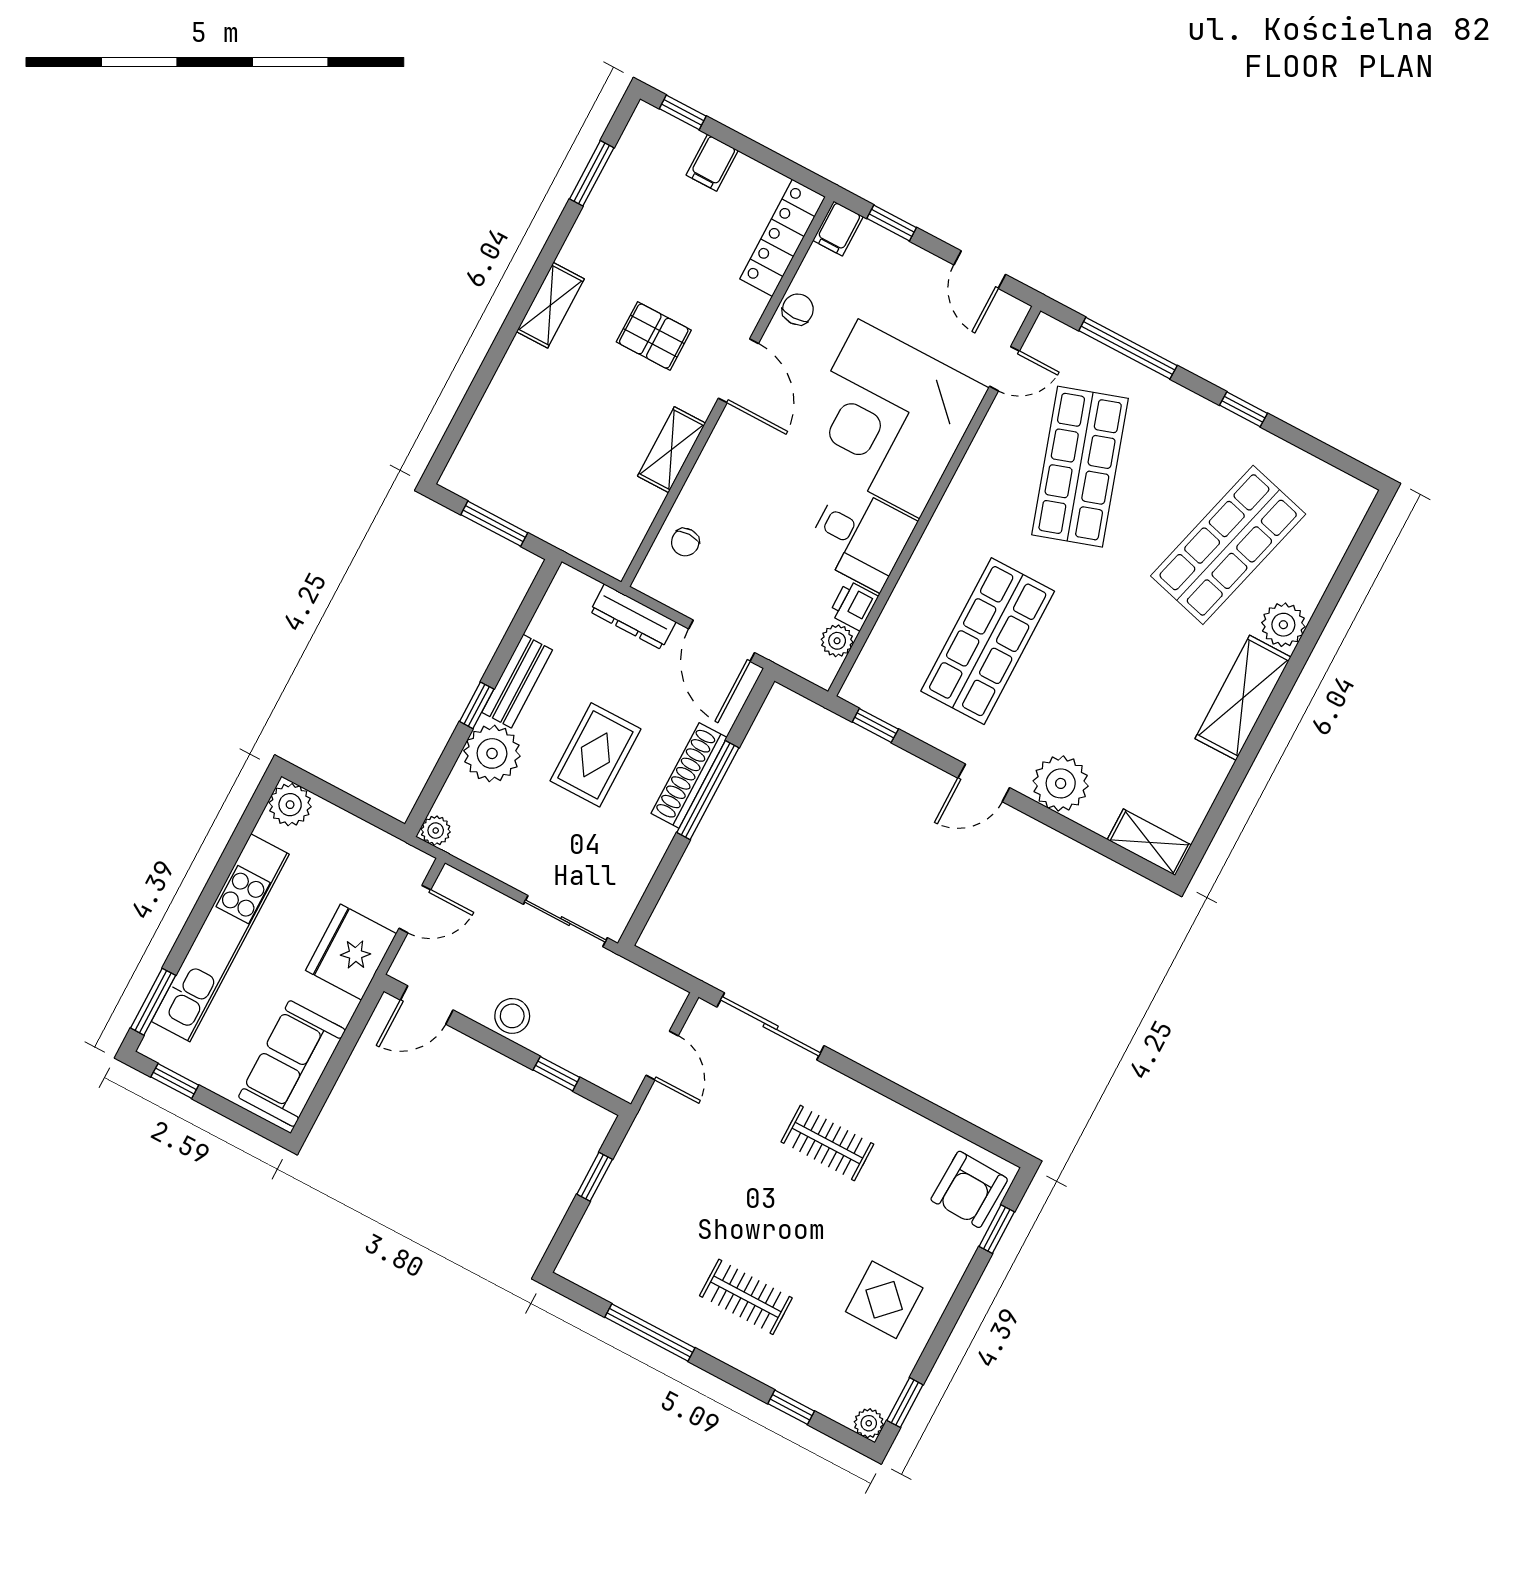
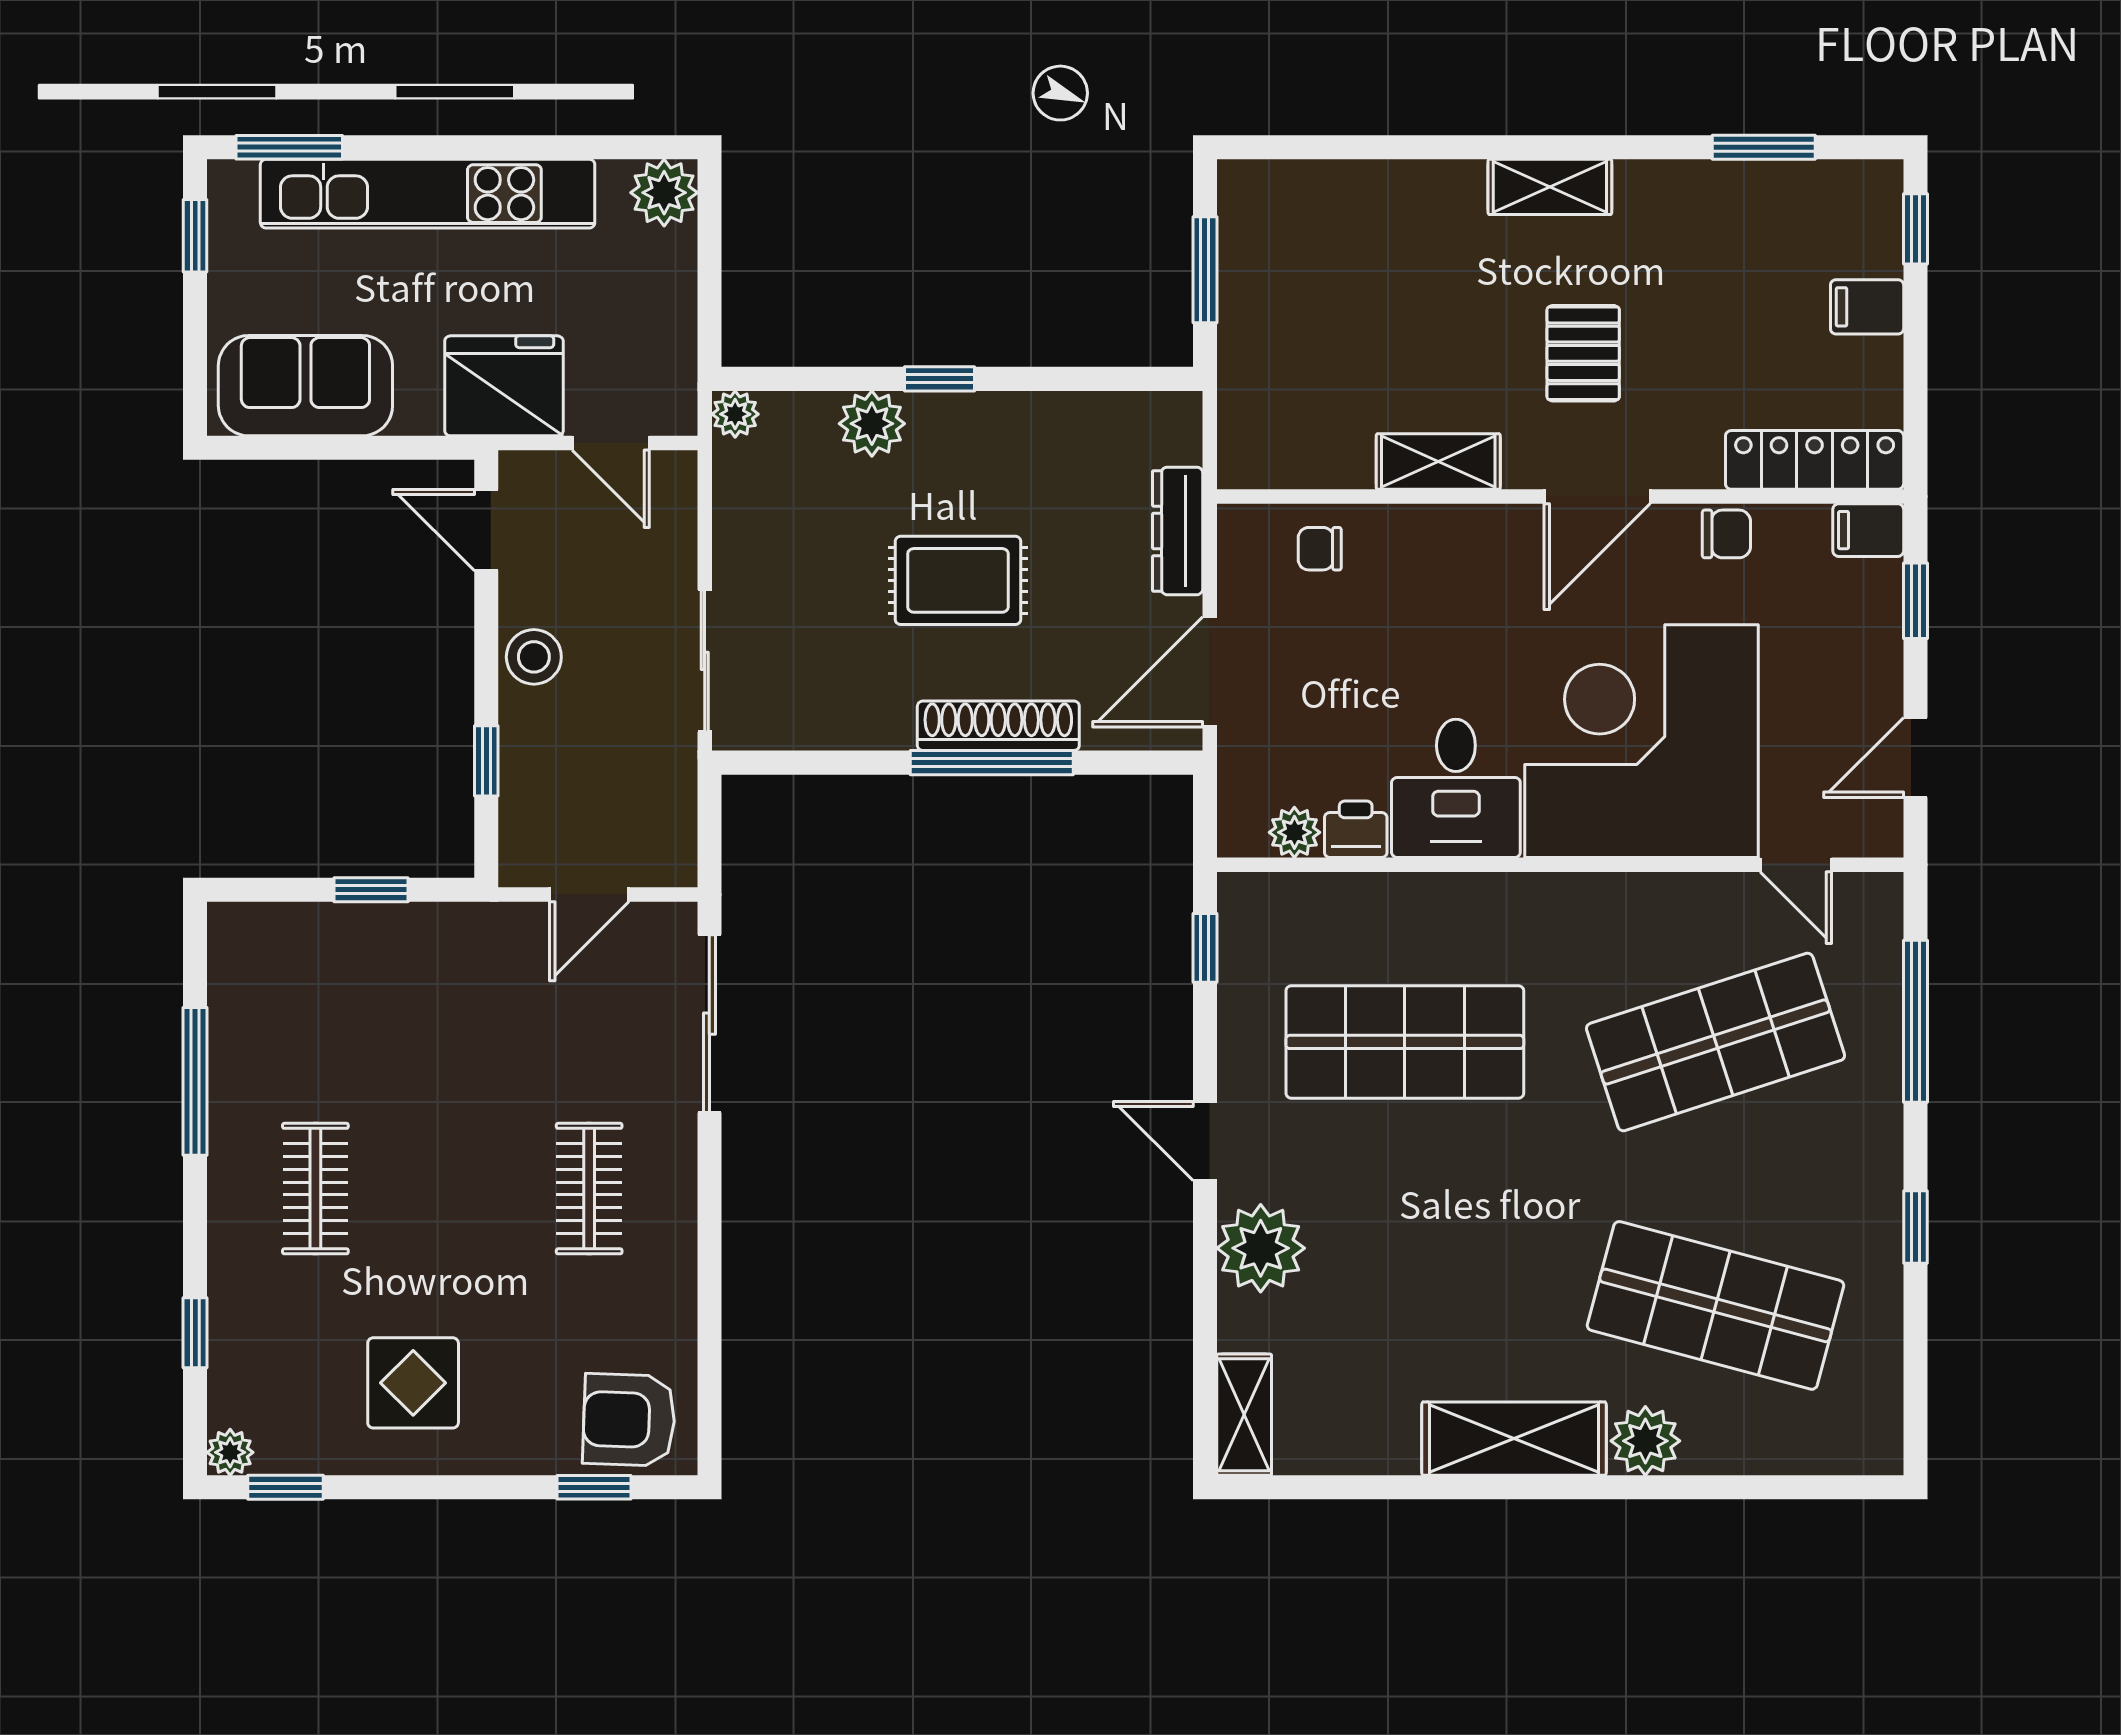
bench: (517, 681) -> (1003, 417), removed
plant: (492, 753) -> (872, 424), width x0.73, depth x0.73

